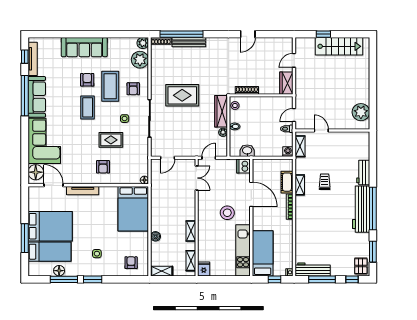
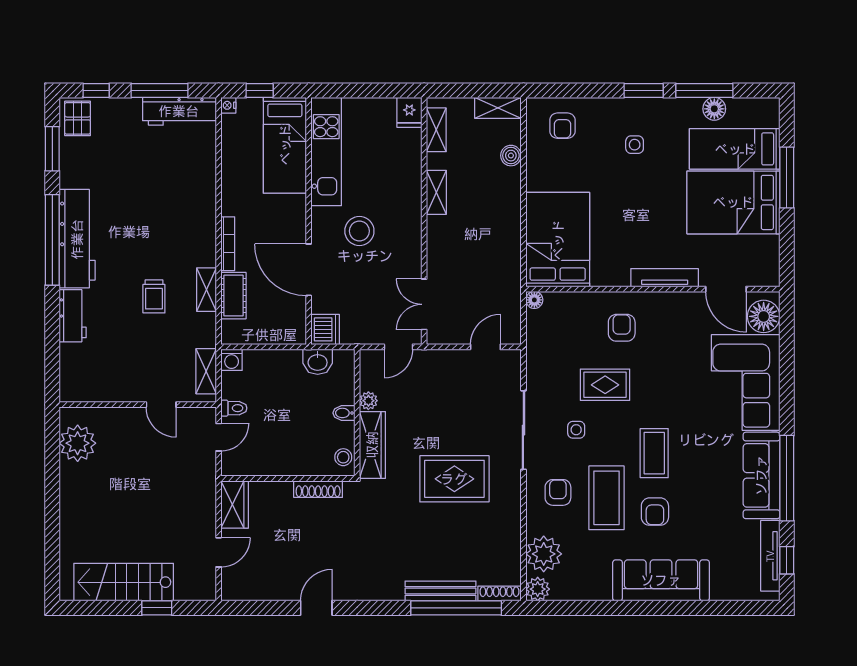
boiler: (155, 236) -> (511, 156), moved

